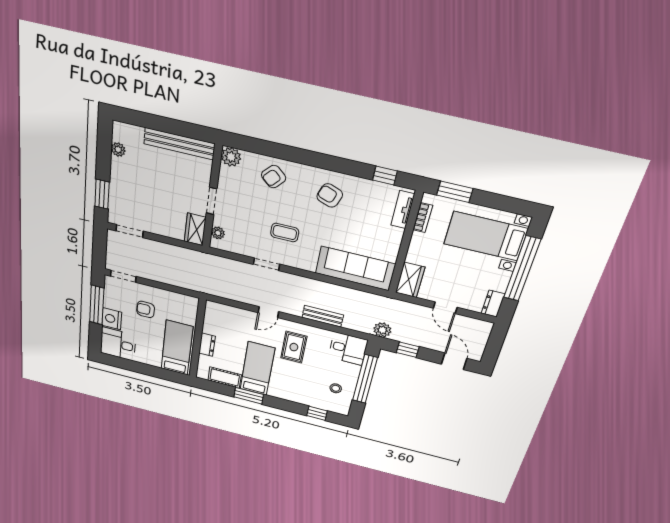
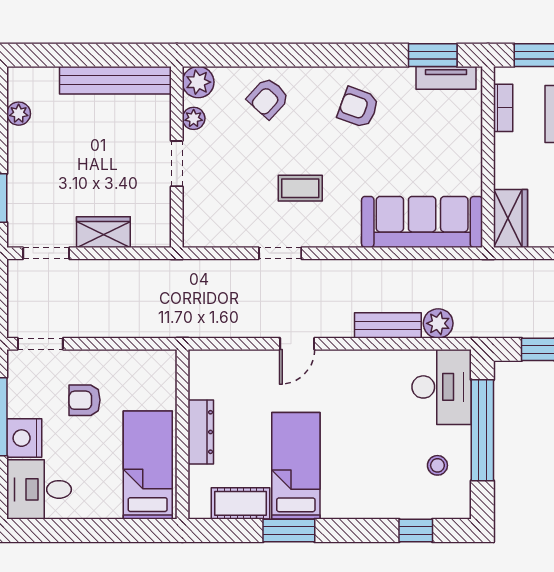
window: (385, 176) -> (433, 55), width x1.50
tv unit: (403, 210) -> (446, 78), moved, turned -90
wardrobe: (195, 229) -> (103, 232), moved, turned 90
plant: (218, 233) -> (194, 118), moved
plant: (382, 330) -> (438, 323), moved
dresser: (207, 345) -> (201, 432), width x1.44
rug: (294, 347) -> (351, 401), removed
desk: (348, 349) -> (442, 387), width x1.37

